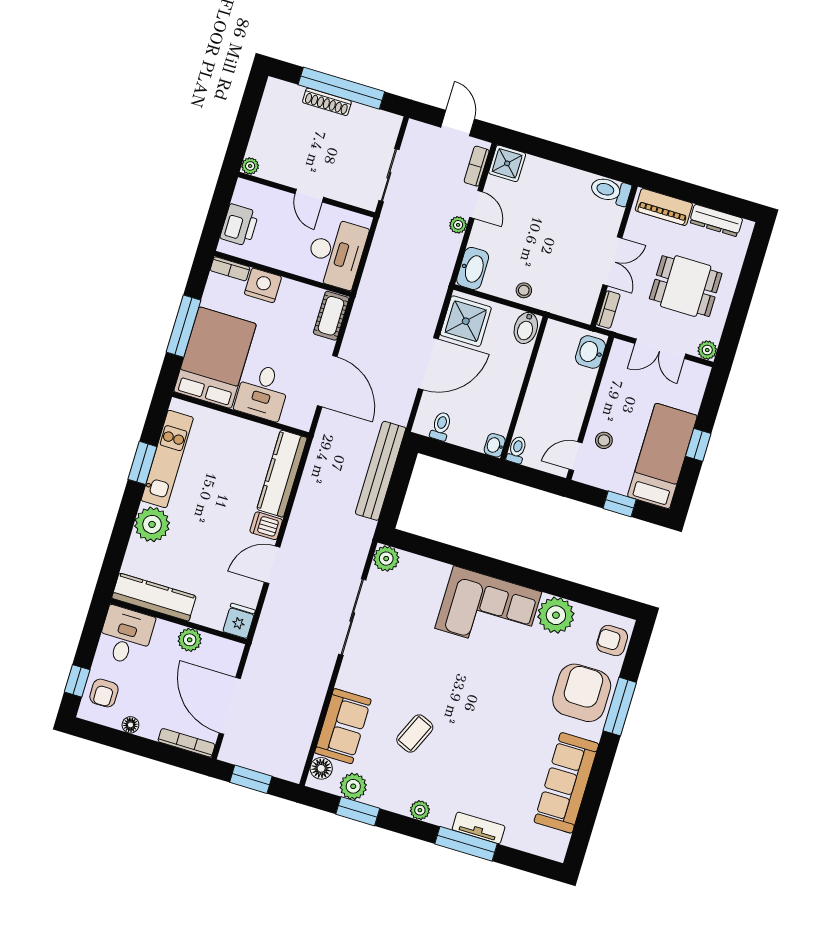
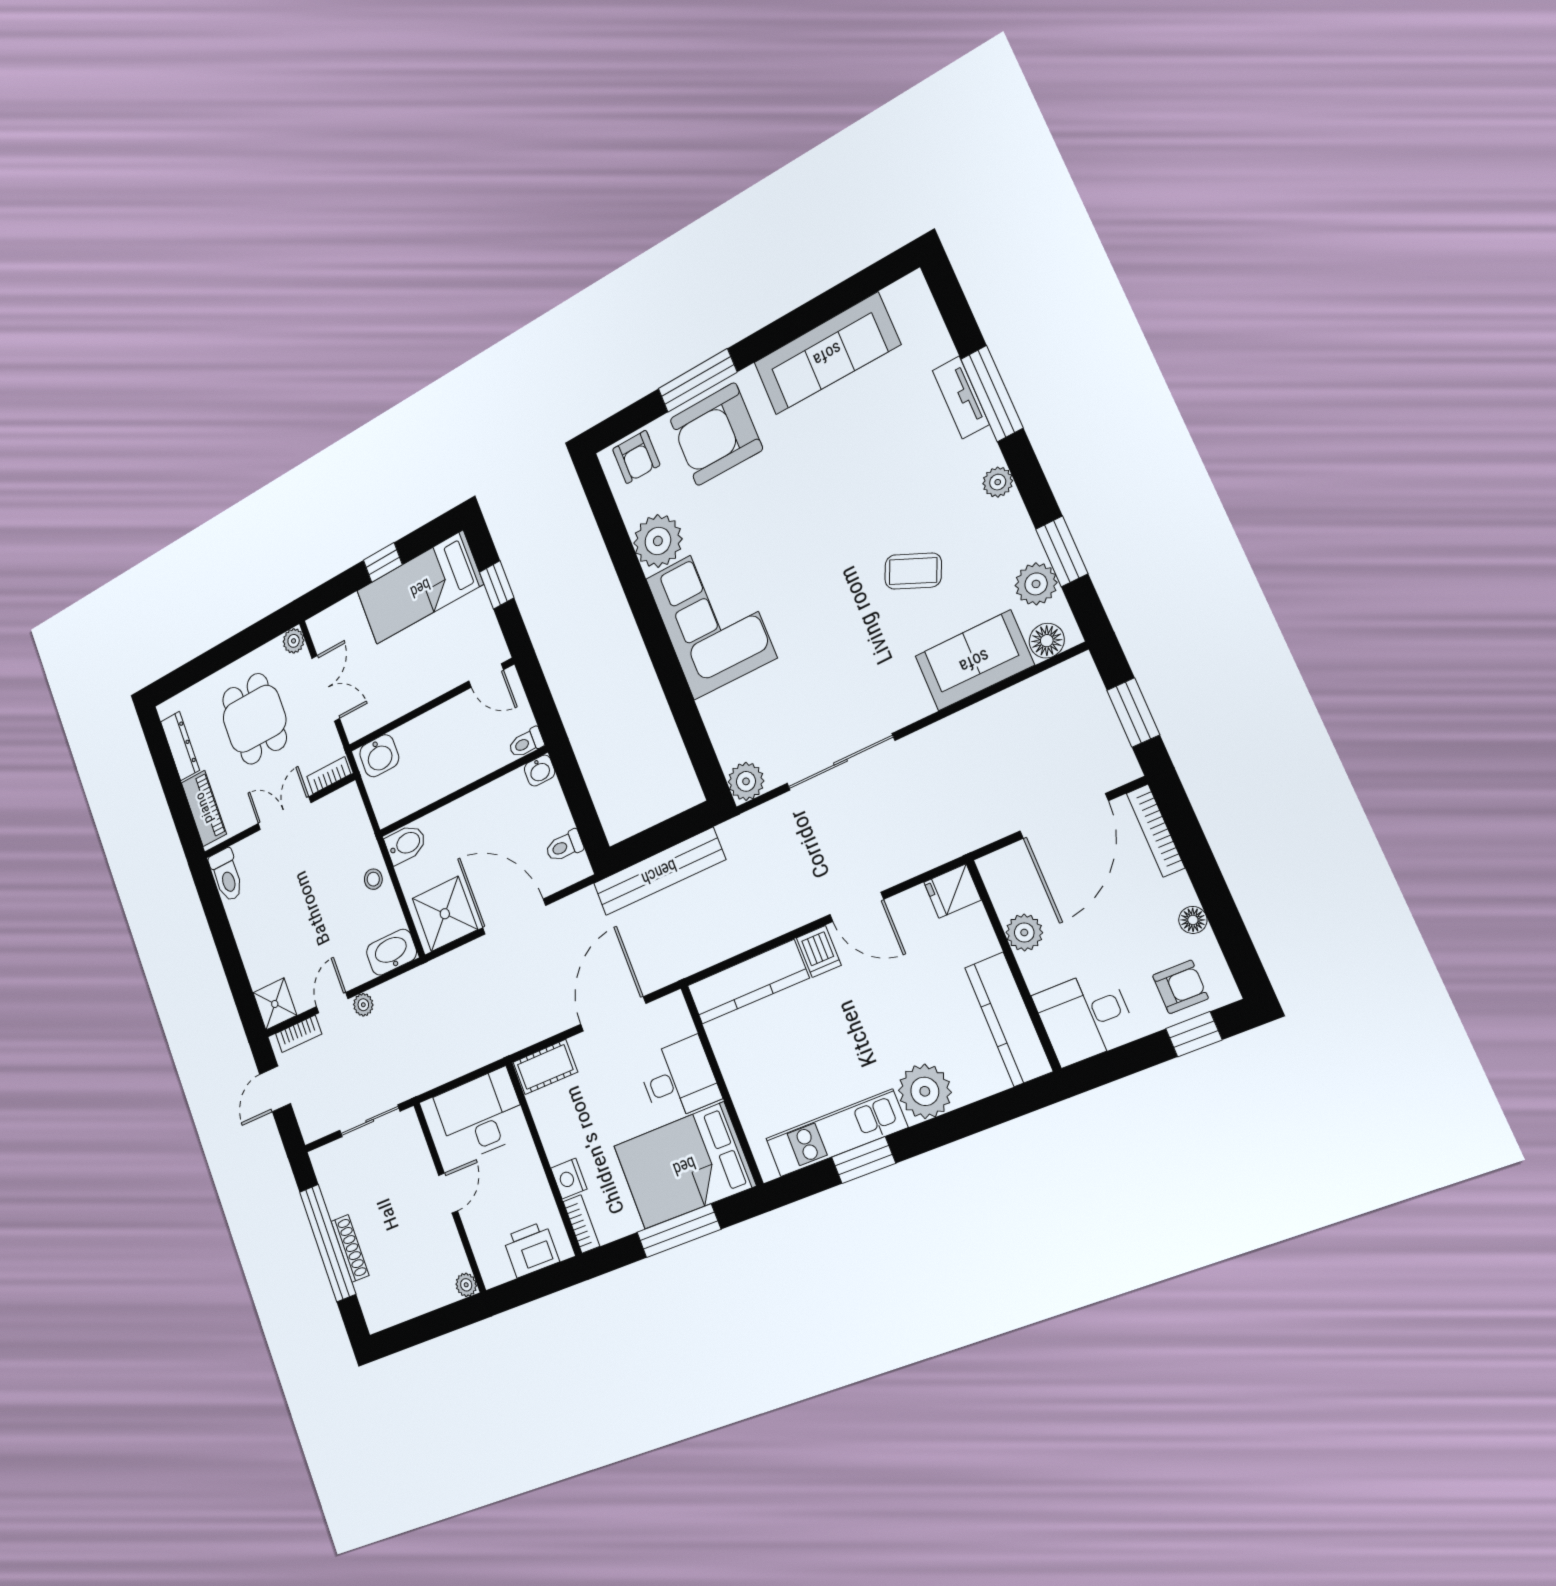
nightstand: (263, 285) -> (569, 1179), width x0.74, depth x0.75
stool: (604, 440) -> (449, 661), removed

